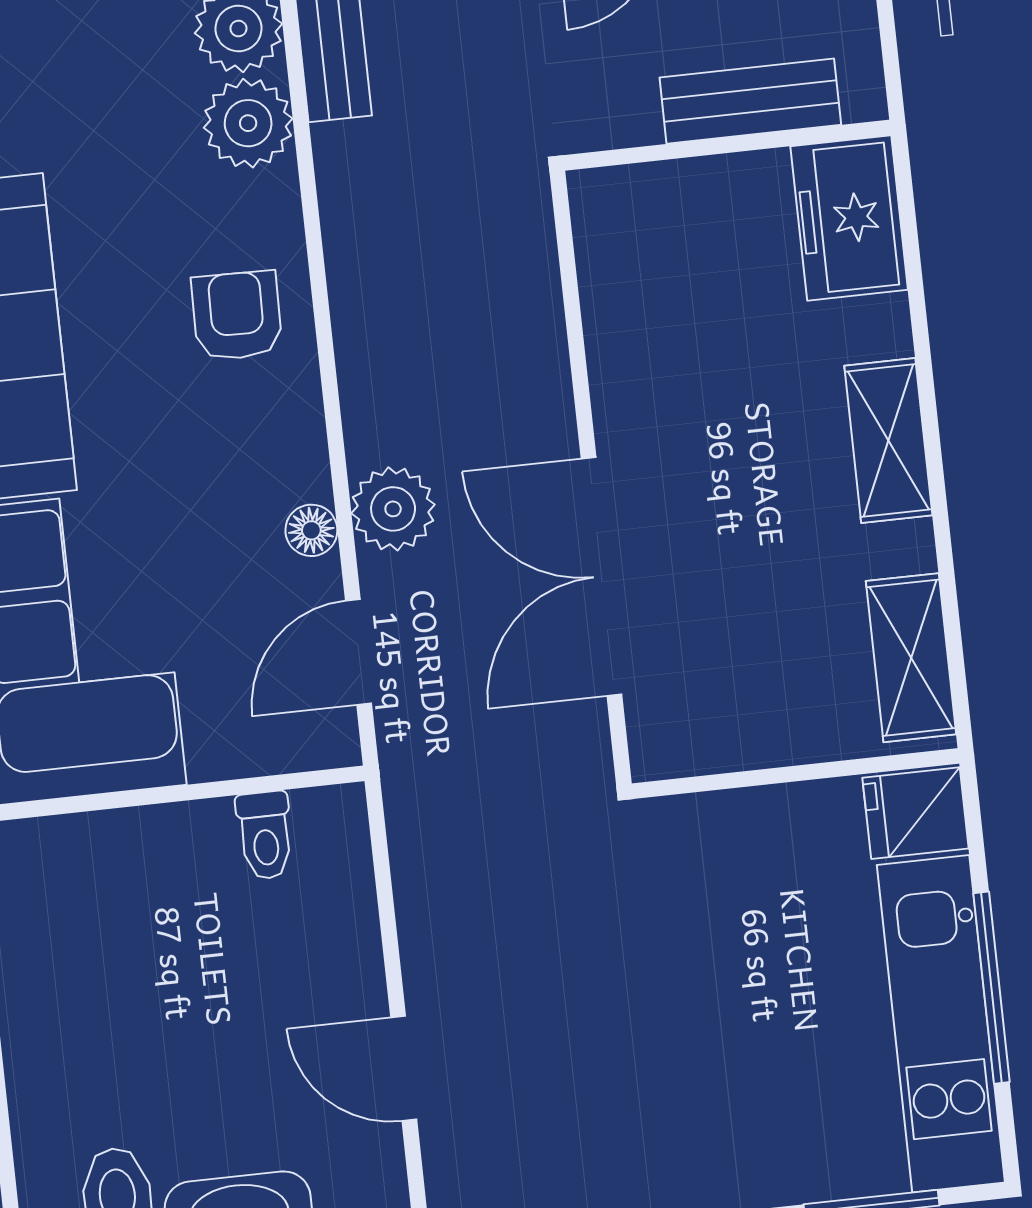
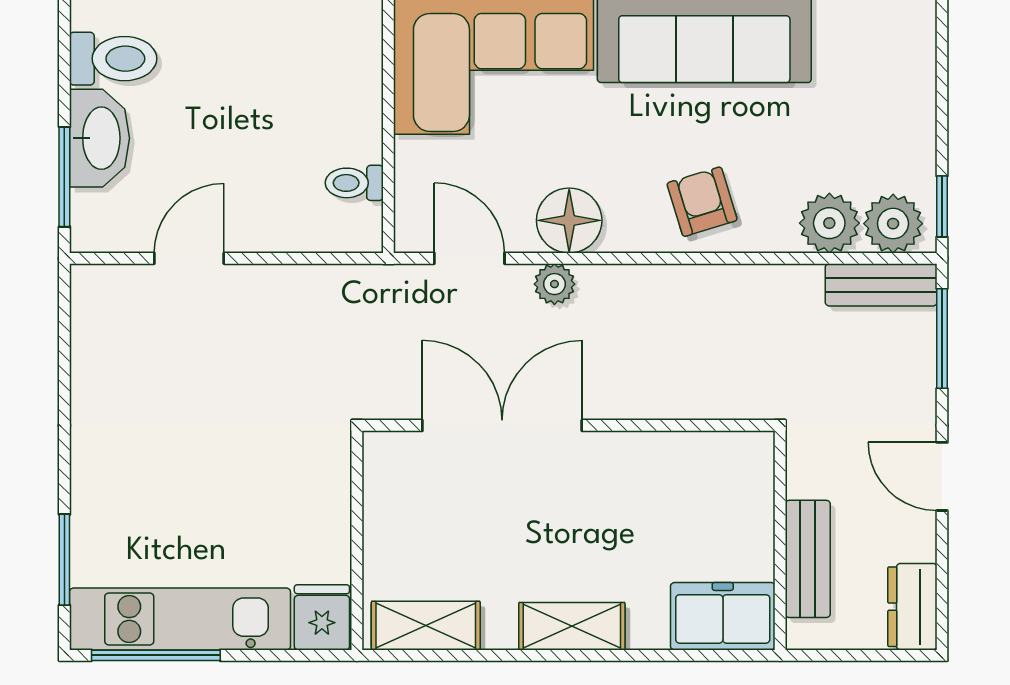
armchair: (237, 316) -> (702, 202), turned -108
plant: (393, 509) -> (554, 284), width x0.73, depth x0.73
floor lamp: (311, 530) -> (569, 220), width x1.89, depth x1.89
window: (991, 988) -> (156, 655), moved

